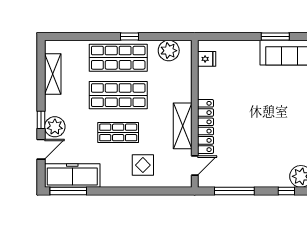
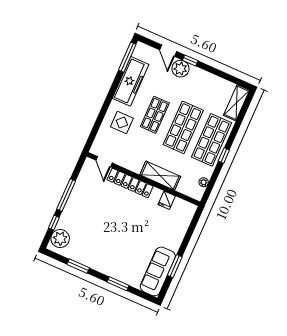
plant: (169, 51) -> (204, 182), width x0.53, depth x0.53
fridge: (207, 59) -> (167, 200), moved
shelving: (53, 74) -> (236, 103), moved, turned 90
shelving: (183, 126) -> (160, 176), moved
freezer: (72, 176) -> (131, 81), moved
window: (234, 191) -> (66, 195), moved

